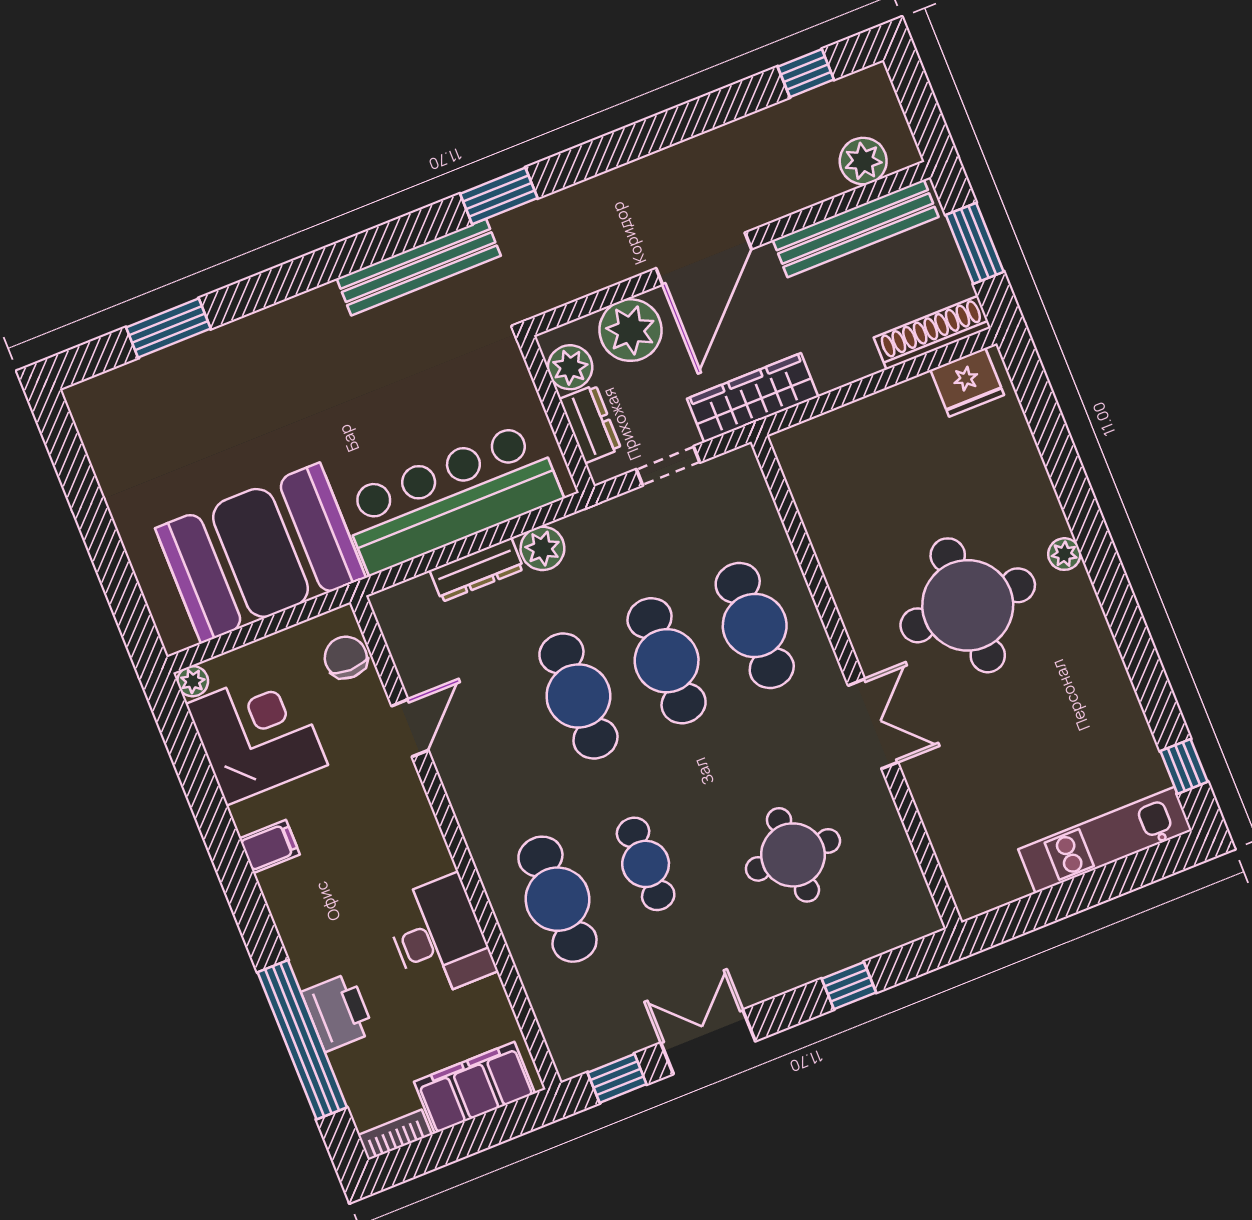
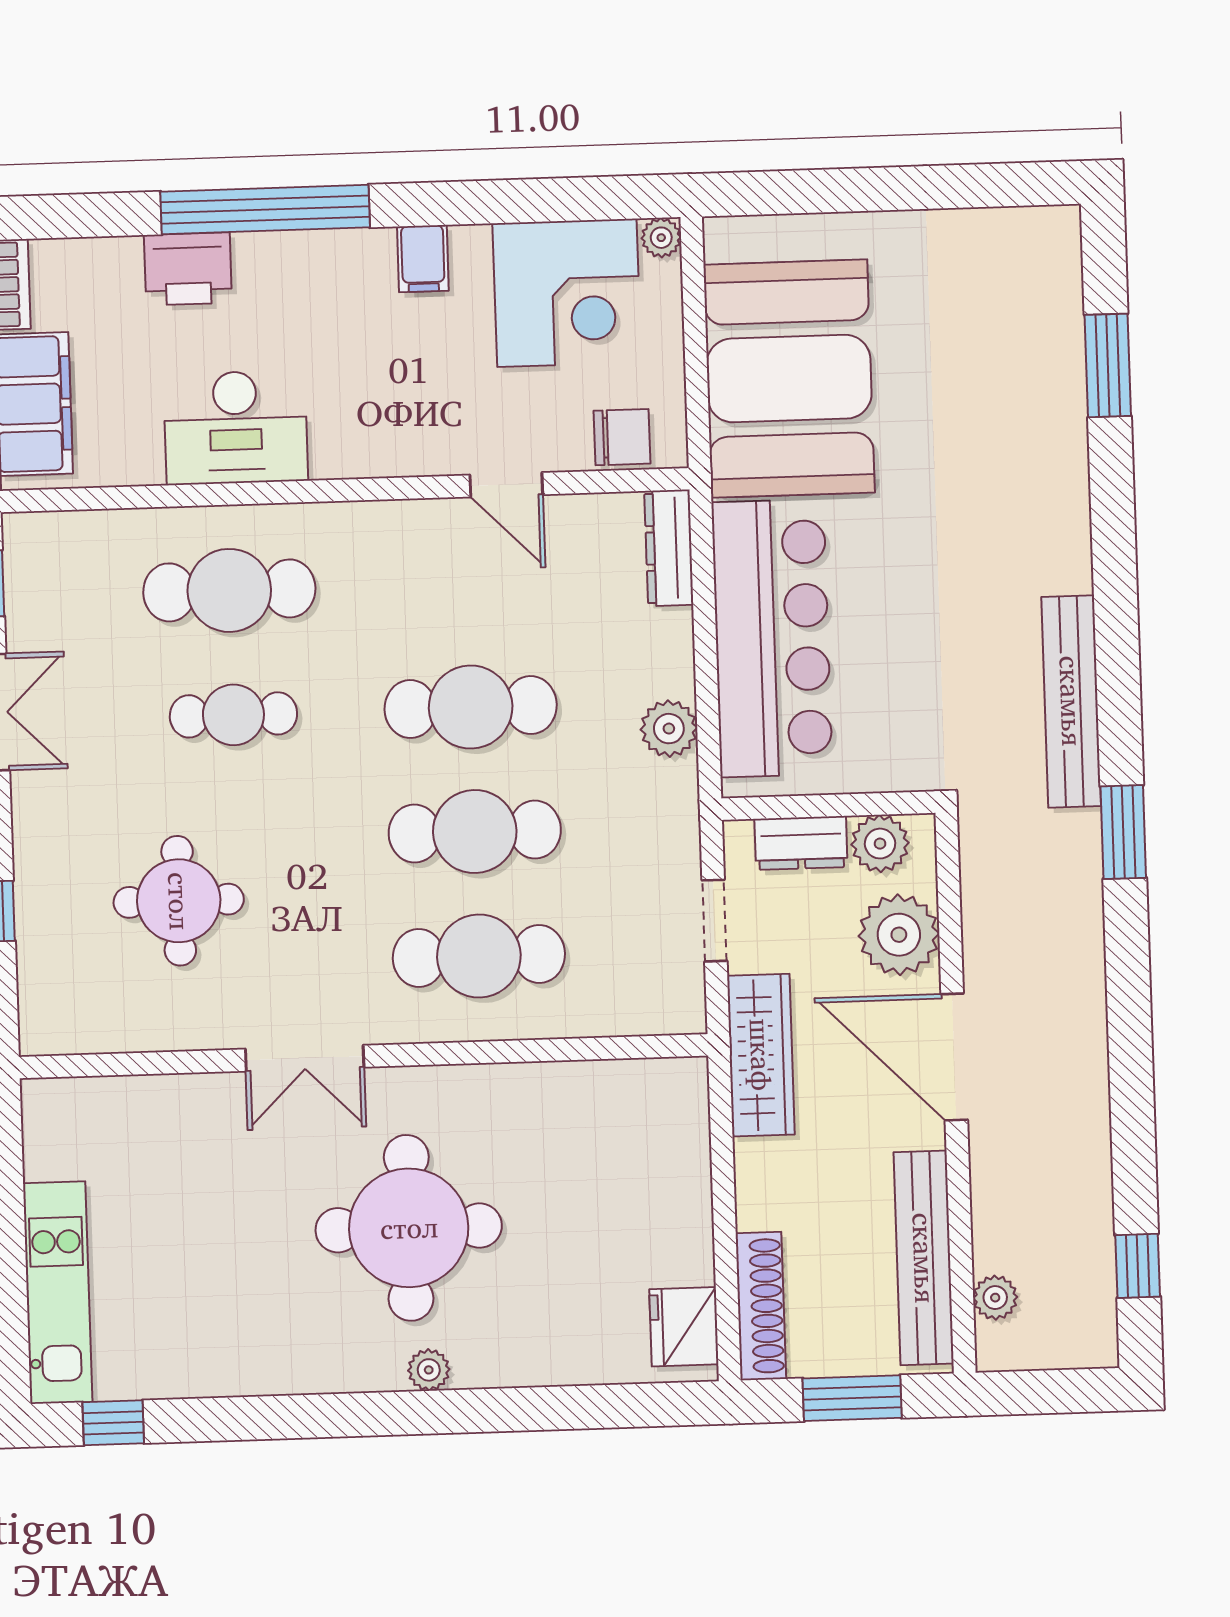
plant: (863, 161) -> (995, 1298), width x0.73, depth x0.73
dresser: (477, 570) -> (669, 548), moved
window: (302, 1040) -> (265, 209), moved

